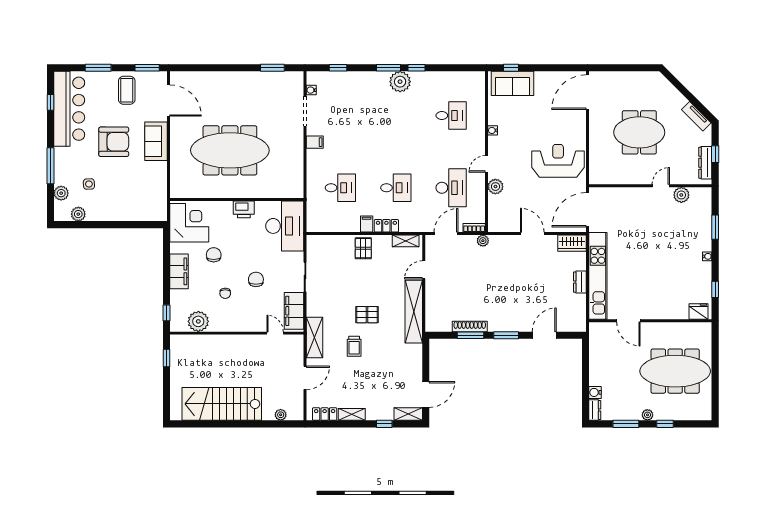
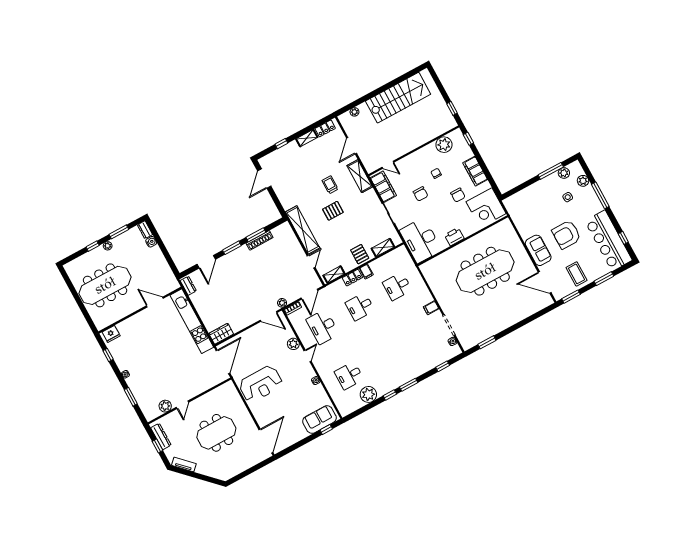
plant: (400, 82) -> (368, 394), moved
window: (92, 225) -> (551, 171), added
door: (532, 234) -> (269, 316), moved
dresser: (580, 282) -> (188, 286), moved
shelving: (408, 414) -> (383, 248), moved

